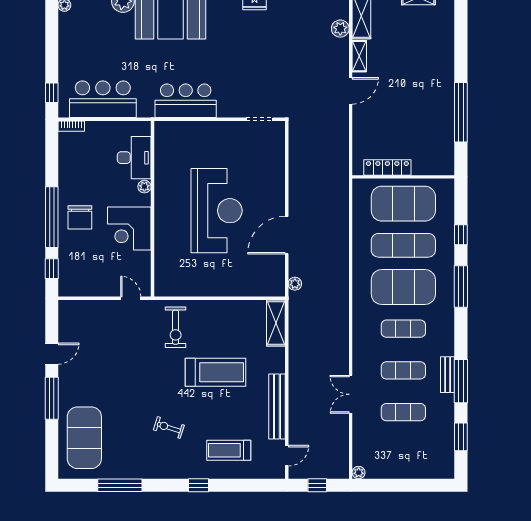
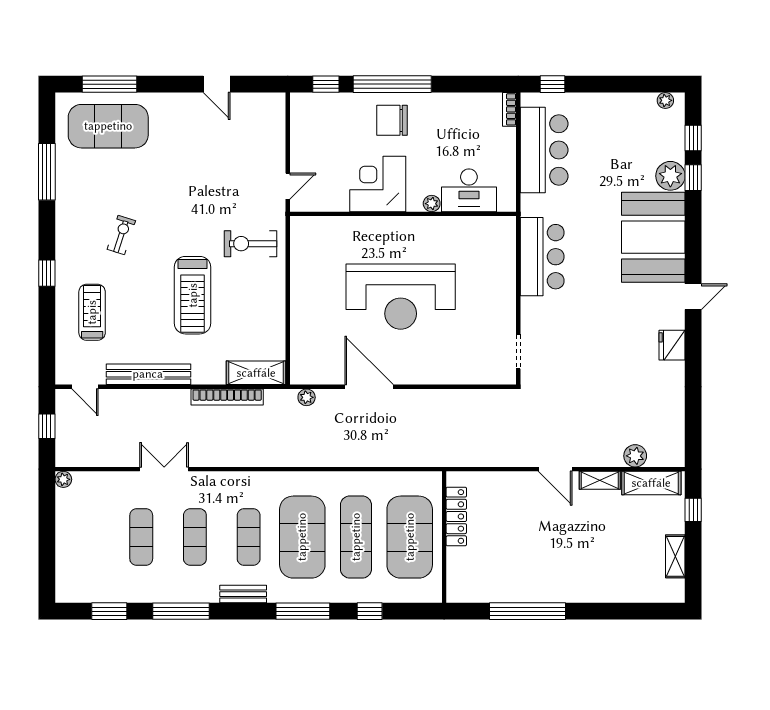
bookcase: (295, 345) -> (227, 397), added
bench: (448, 375) -> (243, 594), moved
window: (52, 398) -> (109, 84), moved

